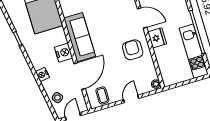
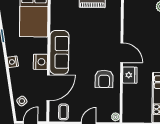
armchair: (133, 50) -> (104, 79), turned 180
nightstand: (42, 75) -> (13, 62), moved

